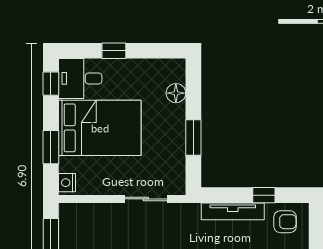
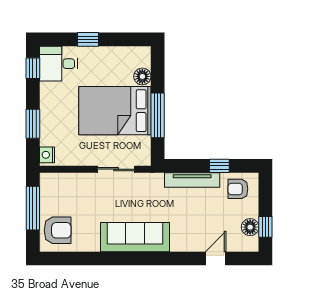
bed: (100, 128) -> (115, 111), moved, turned 180
window: (193, 138) -> (158, 115), width x1.44
armchair: (285, 222) -> (238, 189), turned 180

